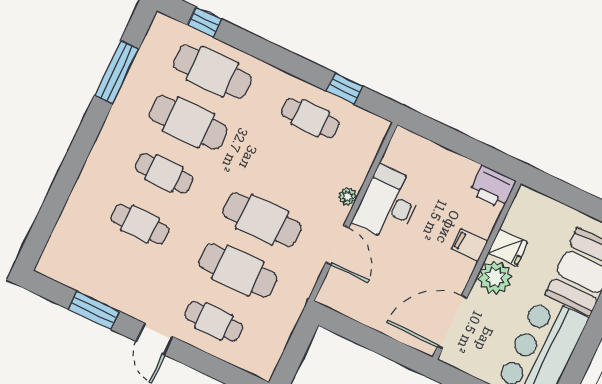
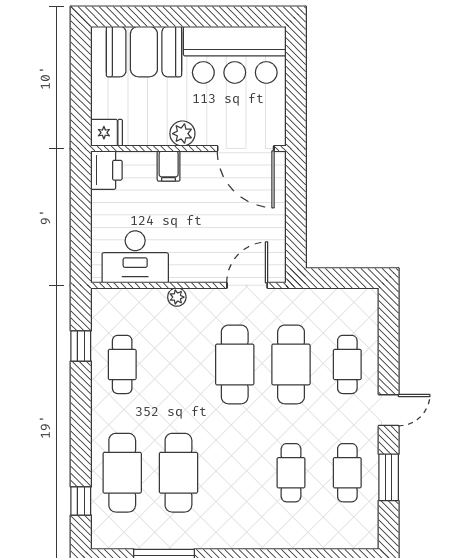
cafe table: (164, 173) -> (347, 473), moved
desk: (389, 204) -> (135, 257), moved
door: (337, 245) -> (247, 285), moved
fridge: (508, 248) -> (106, 133), moved, turned 90
plant: (495, 278) -> (182, 134), width x0.73, depth x0.73

